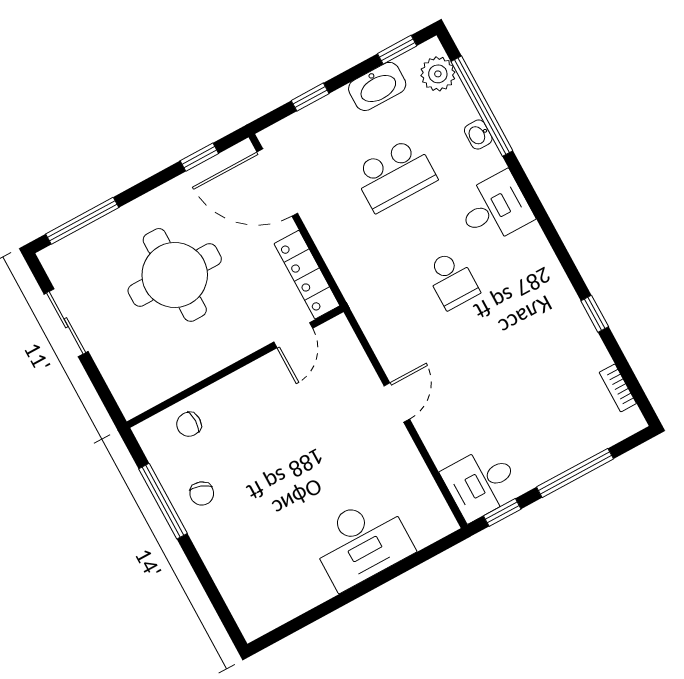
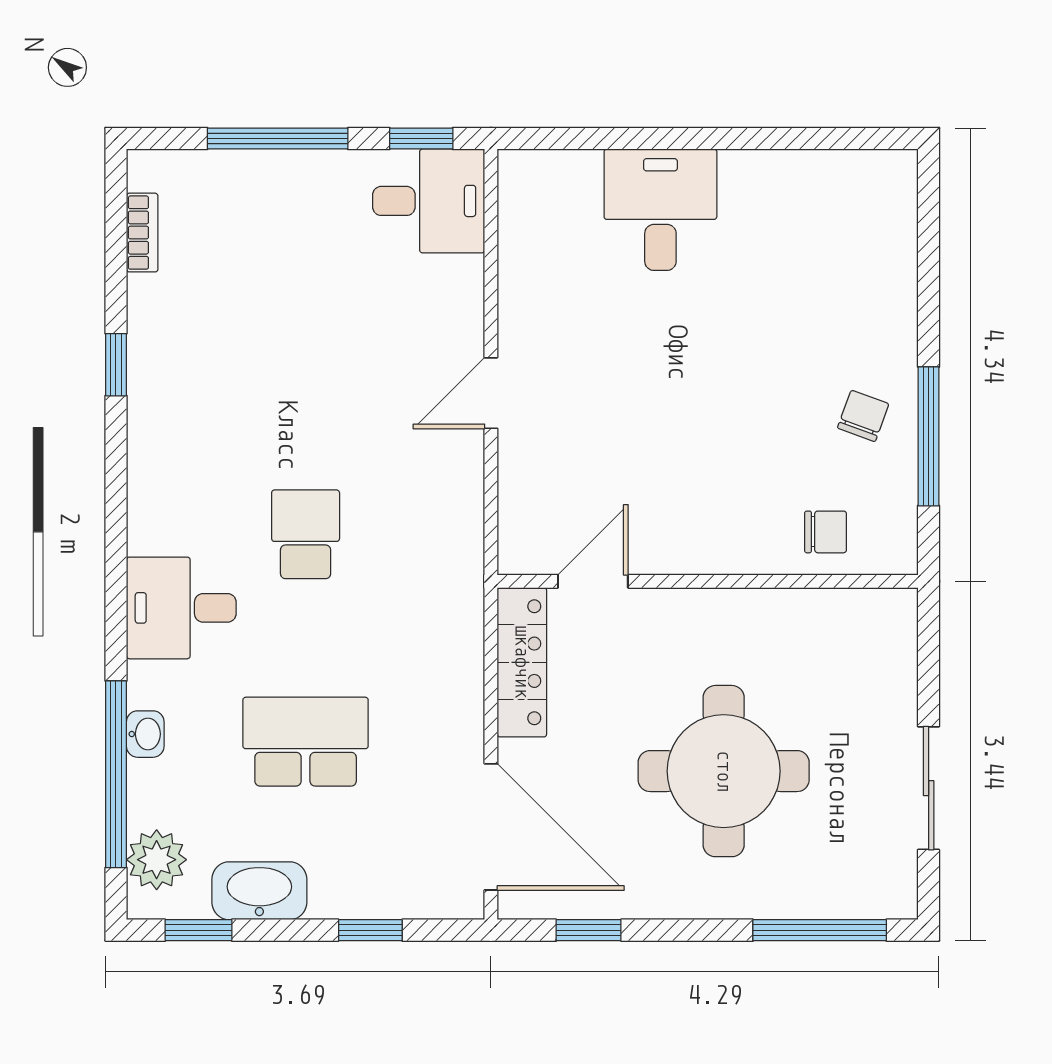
desk: (361, 542) -> (660, 210), width x0.73

